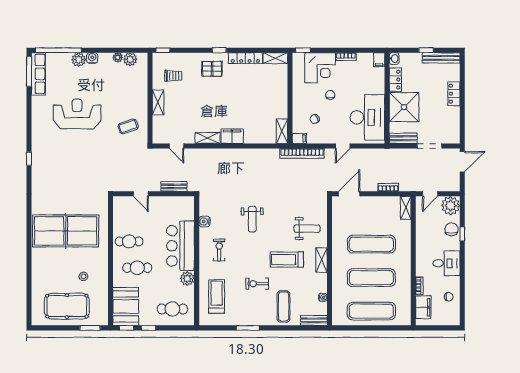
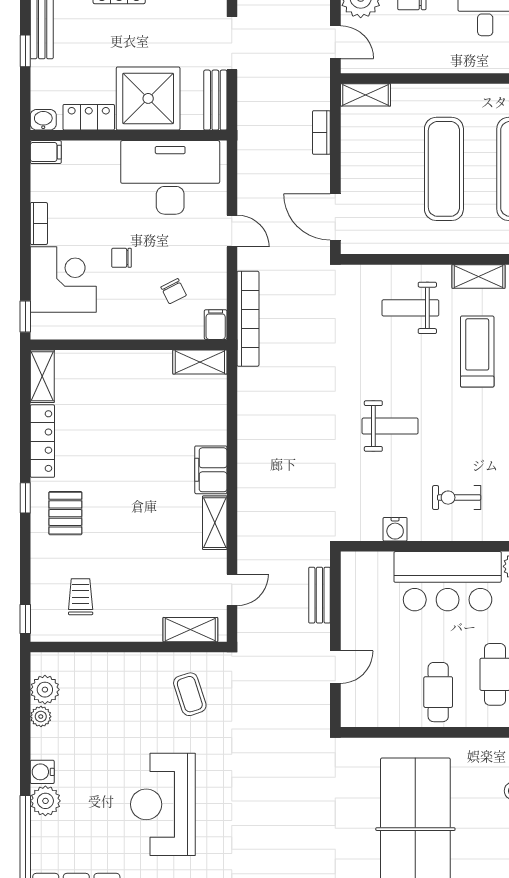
shelving: (158, 102) -> (190, 630), moved
weight bench: (307, 229) -> (410, 308), turned -90
treadmill: (287, 260) -> (477, 352), turned 180

